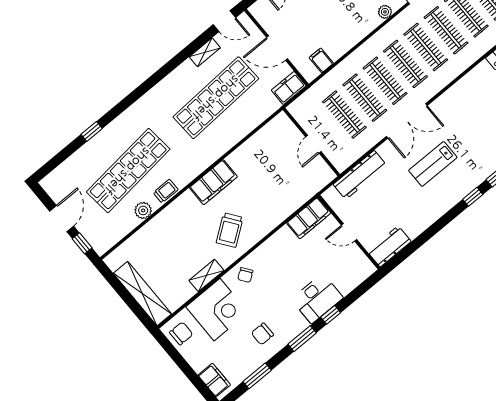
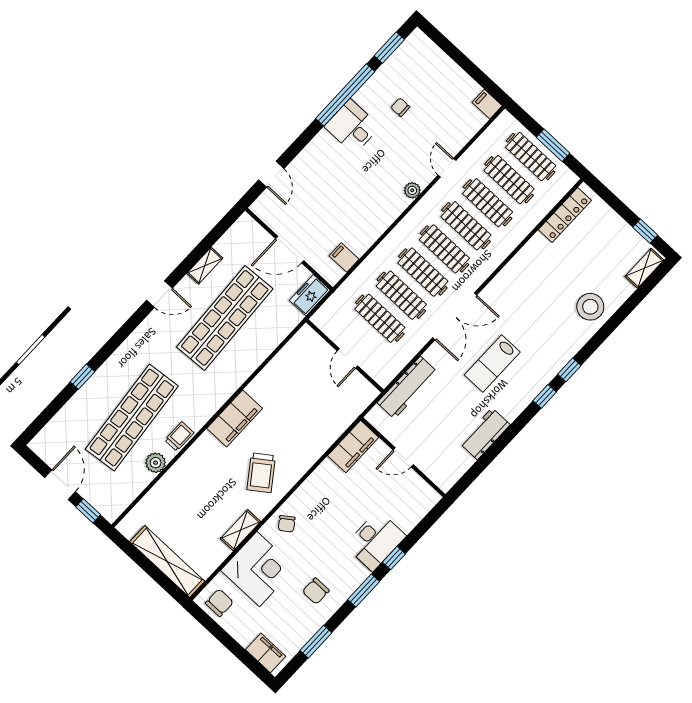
door: (224, 21) -> (159, 294), moved
workbench: (389, 246) -> (485, 434), moved

